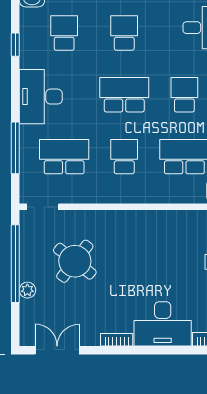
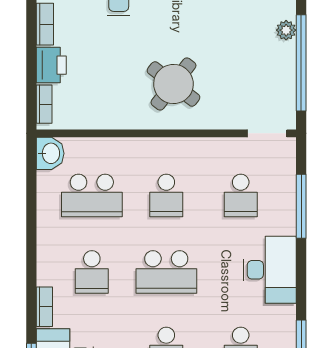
school desk: (64, 157) -> (241, 196), width x0.54
round table: (75, 261) -> (174, 84), moved

